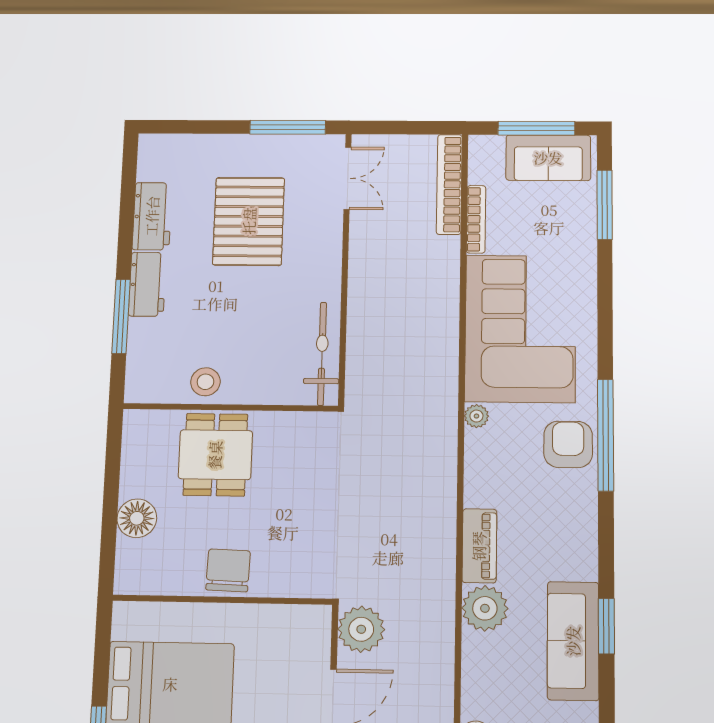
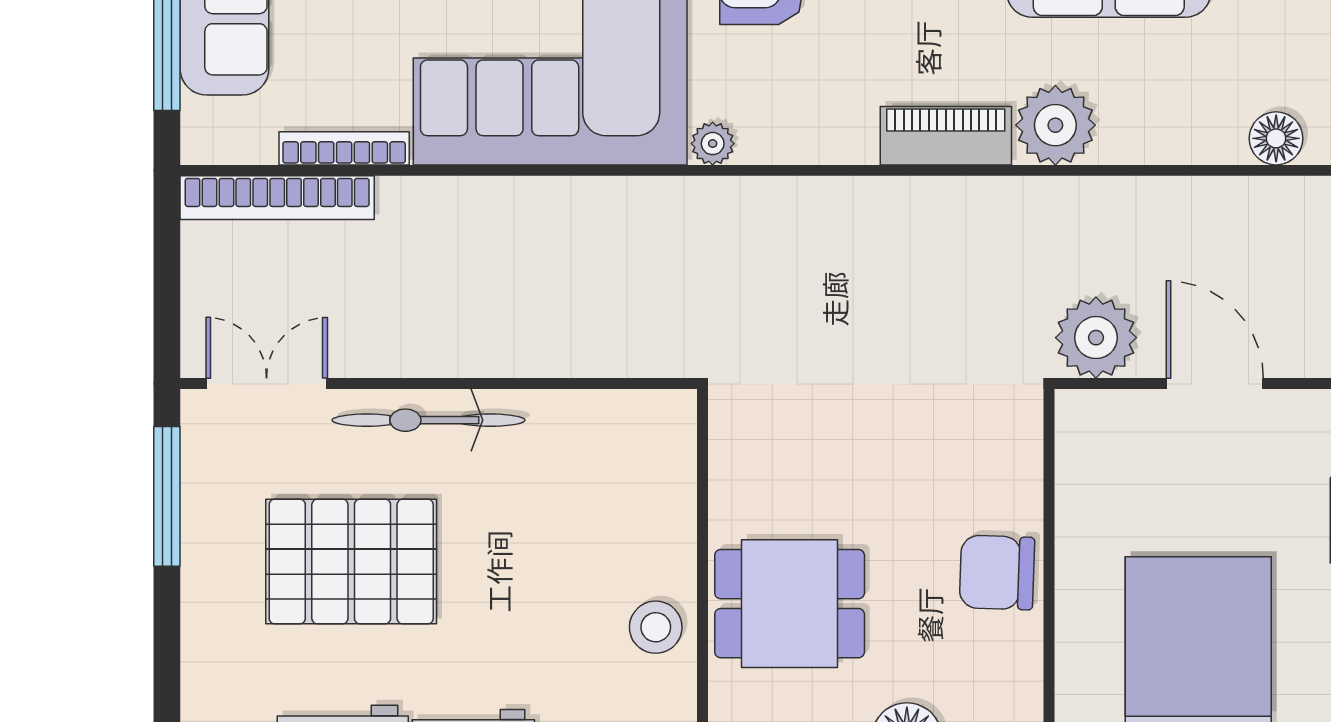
bicycle: (322, 354) -> (429, 420), moved

